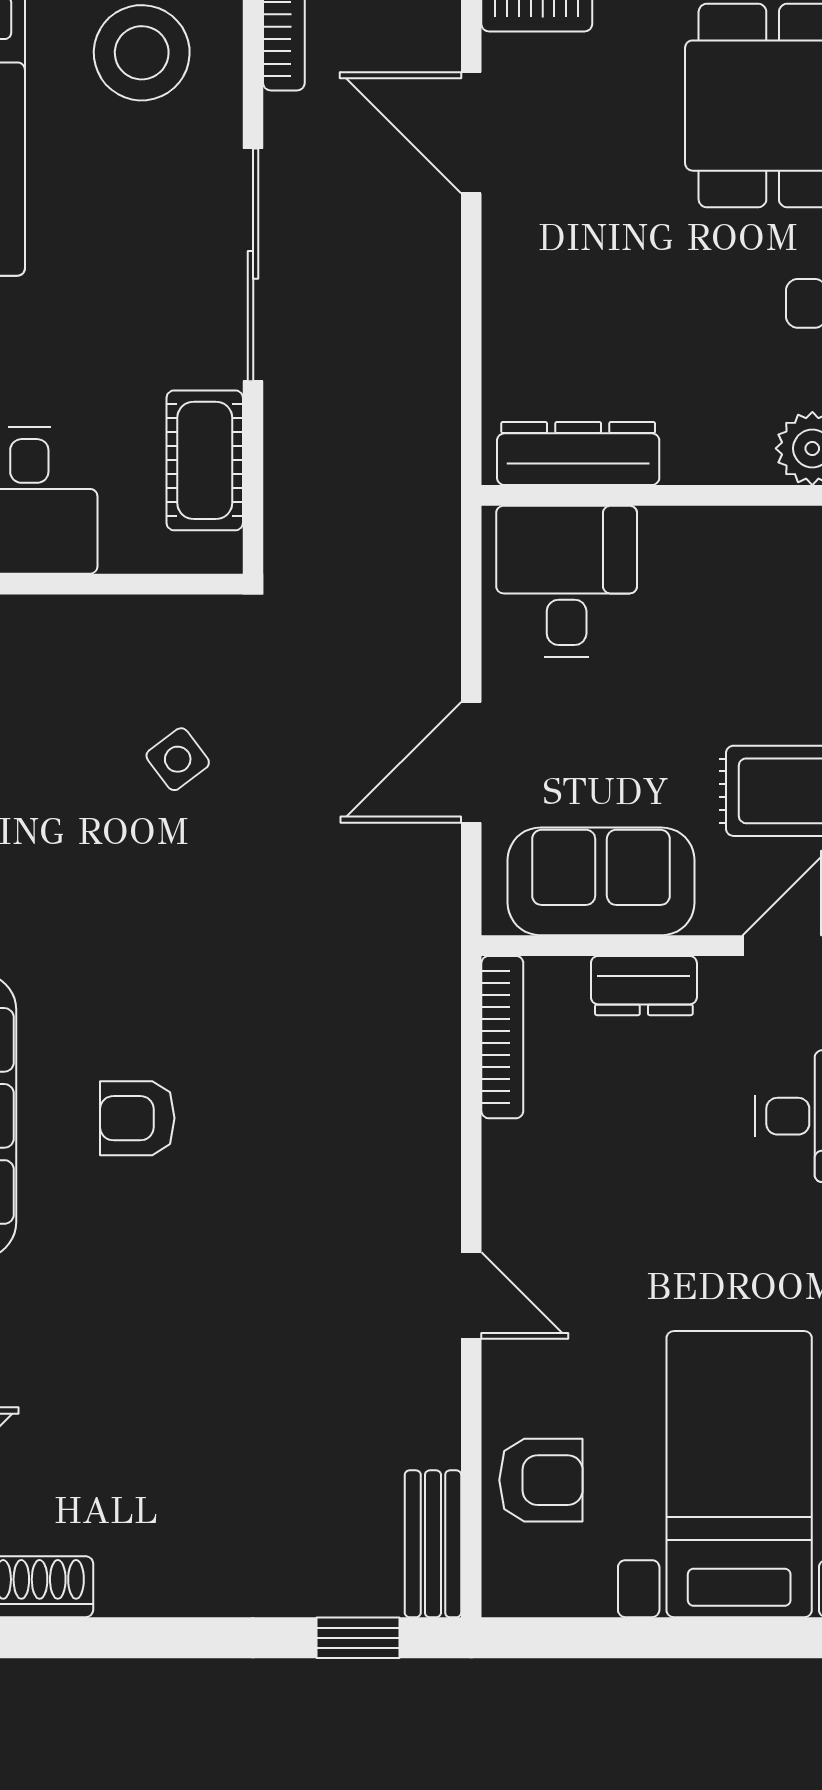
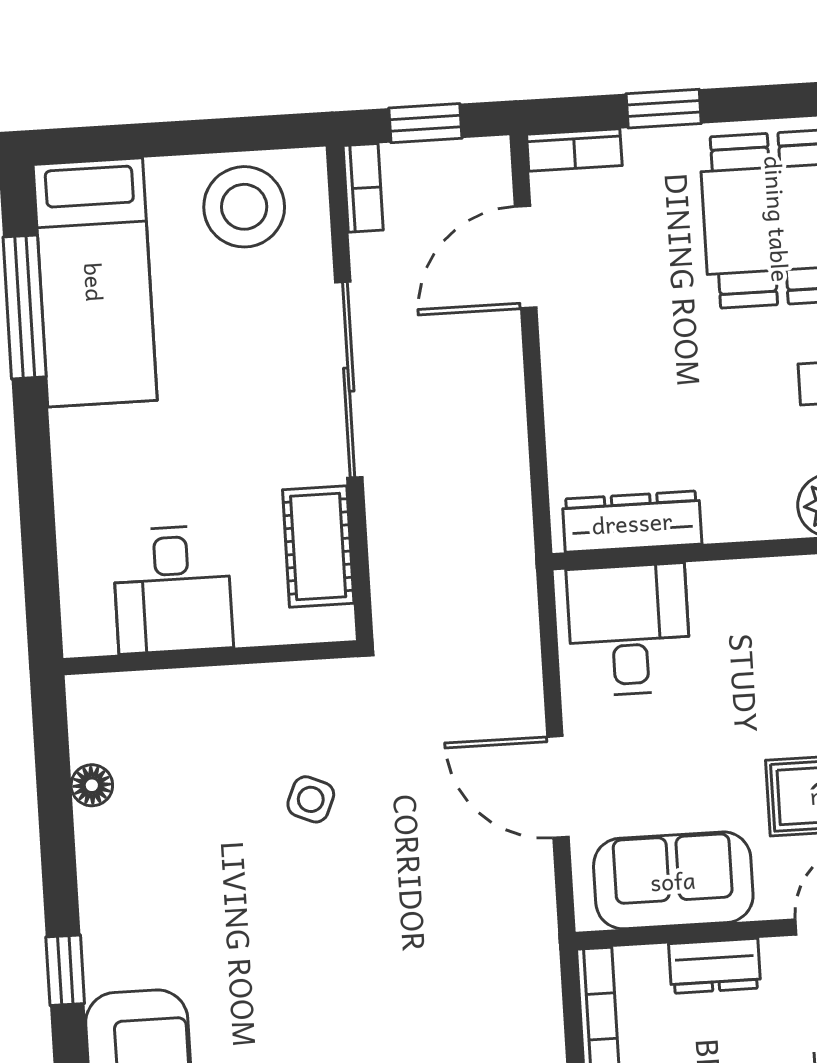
door: (471, 133) -> (526, 257), hinge flipped
side table: (178, 759) -> (311, 799), turned -30
door: (471, 762) -> (558, 787), hinge flipped

